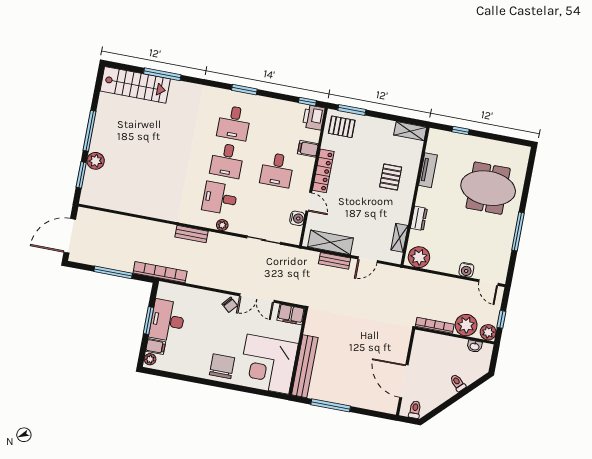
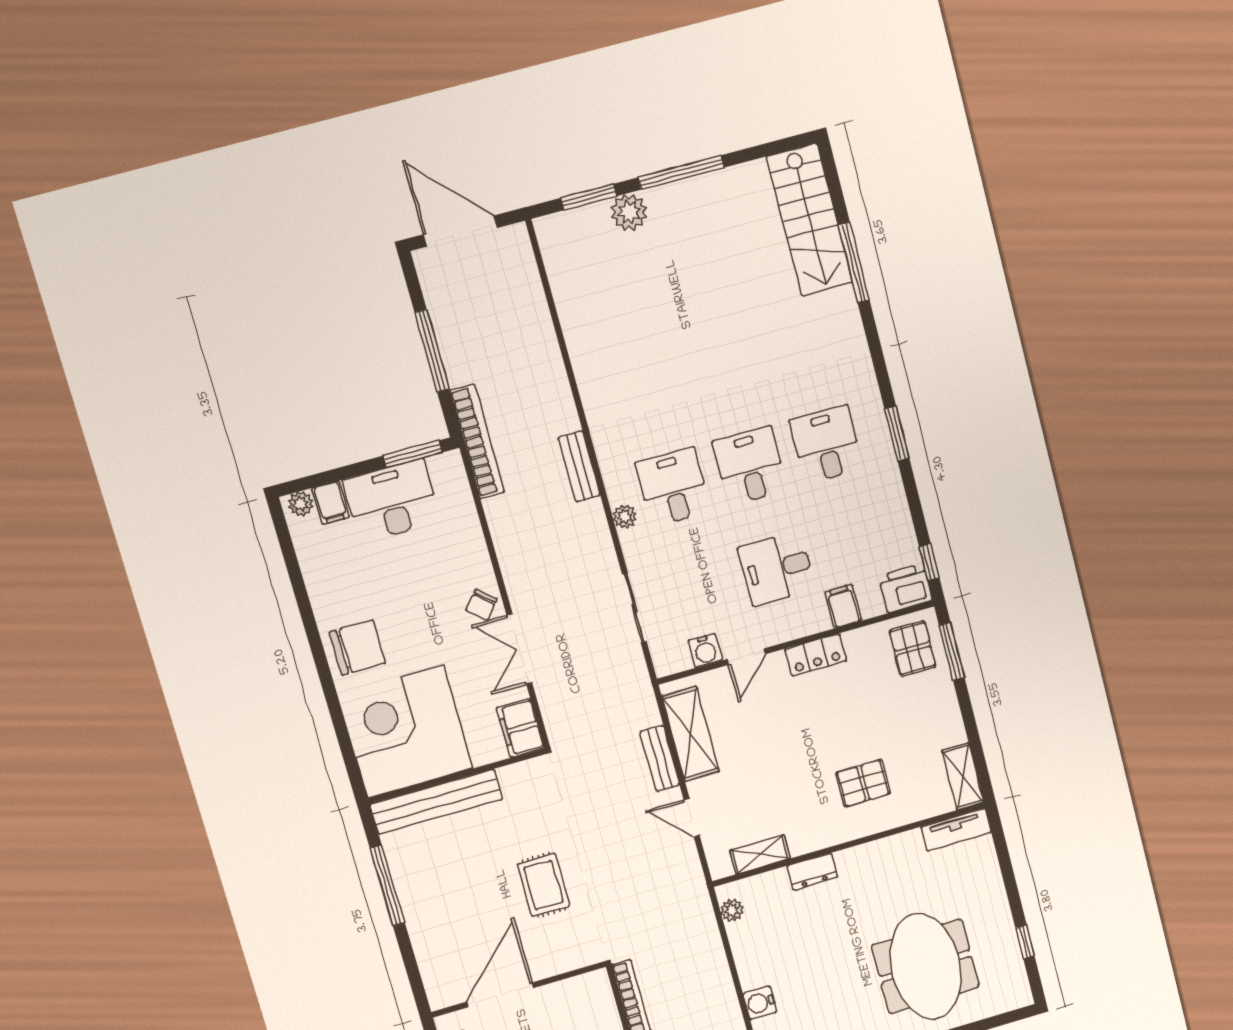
desk: (234, 123) -> (826, 445), turned 90
window: (461, 131) -> (1025, 942), moved
desk: (227, 161) -> (750, 466), turned 90
tv unit: (428, 170) -> (956, 830), moved
locker: (323, 171) -> (816, 655), width x0.66
plant: (419, 257) -> (732, 910), width x0.53, depth x0.53
window: (149, 321) -> (413, 454), moved
rug: (365, 339) -> (543, 885), added

